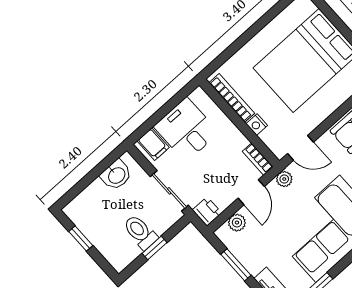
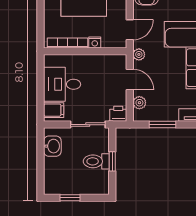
bookcase: (258, 159) -> (114, 59), removed

